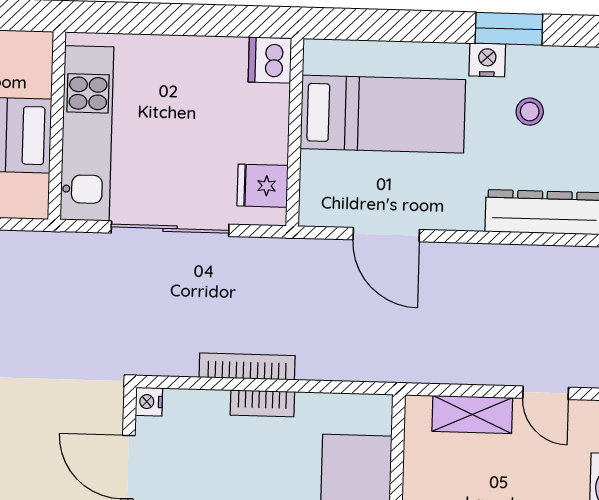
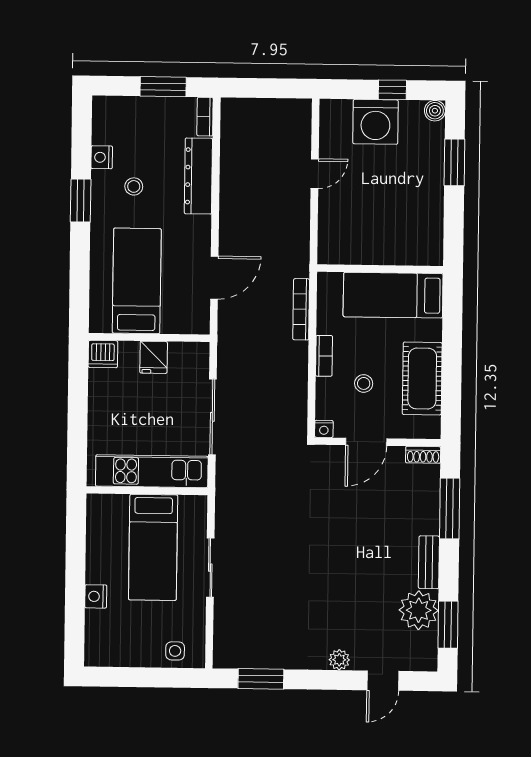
nightstand: (487, 60) -> (102, 157), moved
fridge: (263, 186) -> (154, 357), moved
bookcase: (247, 366) -> (301, 309), moved
shelving: (472, 414) -> (329, 221), removed
stool: (219, 464) -> (364, 383), added

